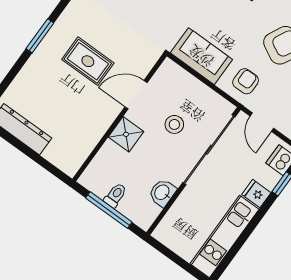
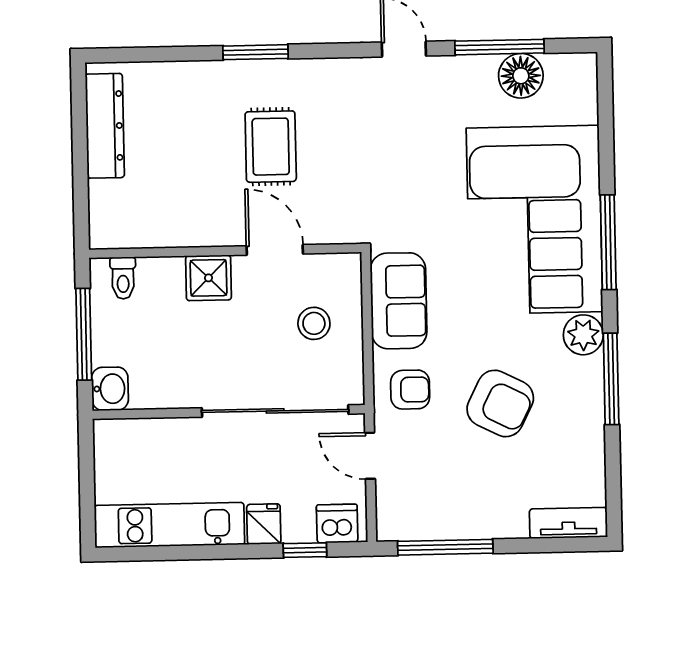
door: (262, 122) -> (370, 456), hinge flipped
stool: (174, 124) -> (314, 323), moved
washbasin: (162, 193) -> (110, 389), moved, turned 90
toilet: (115, 195) -> (123, 278), moved, turned 90

